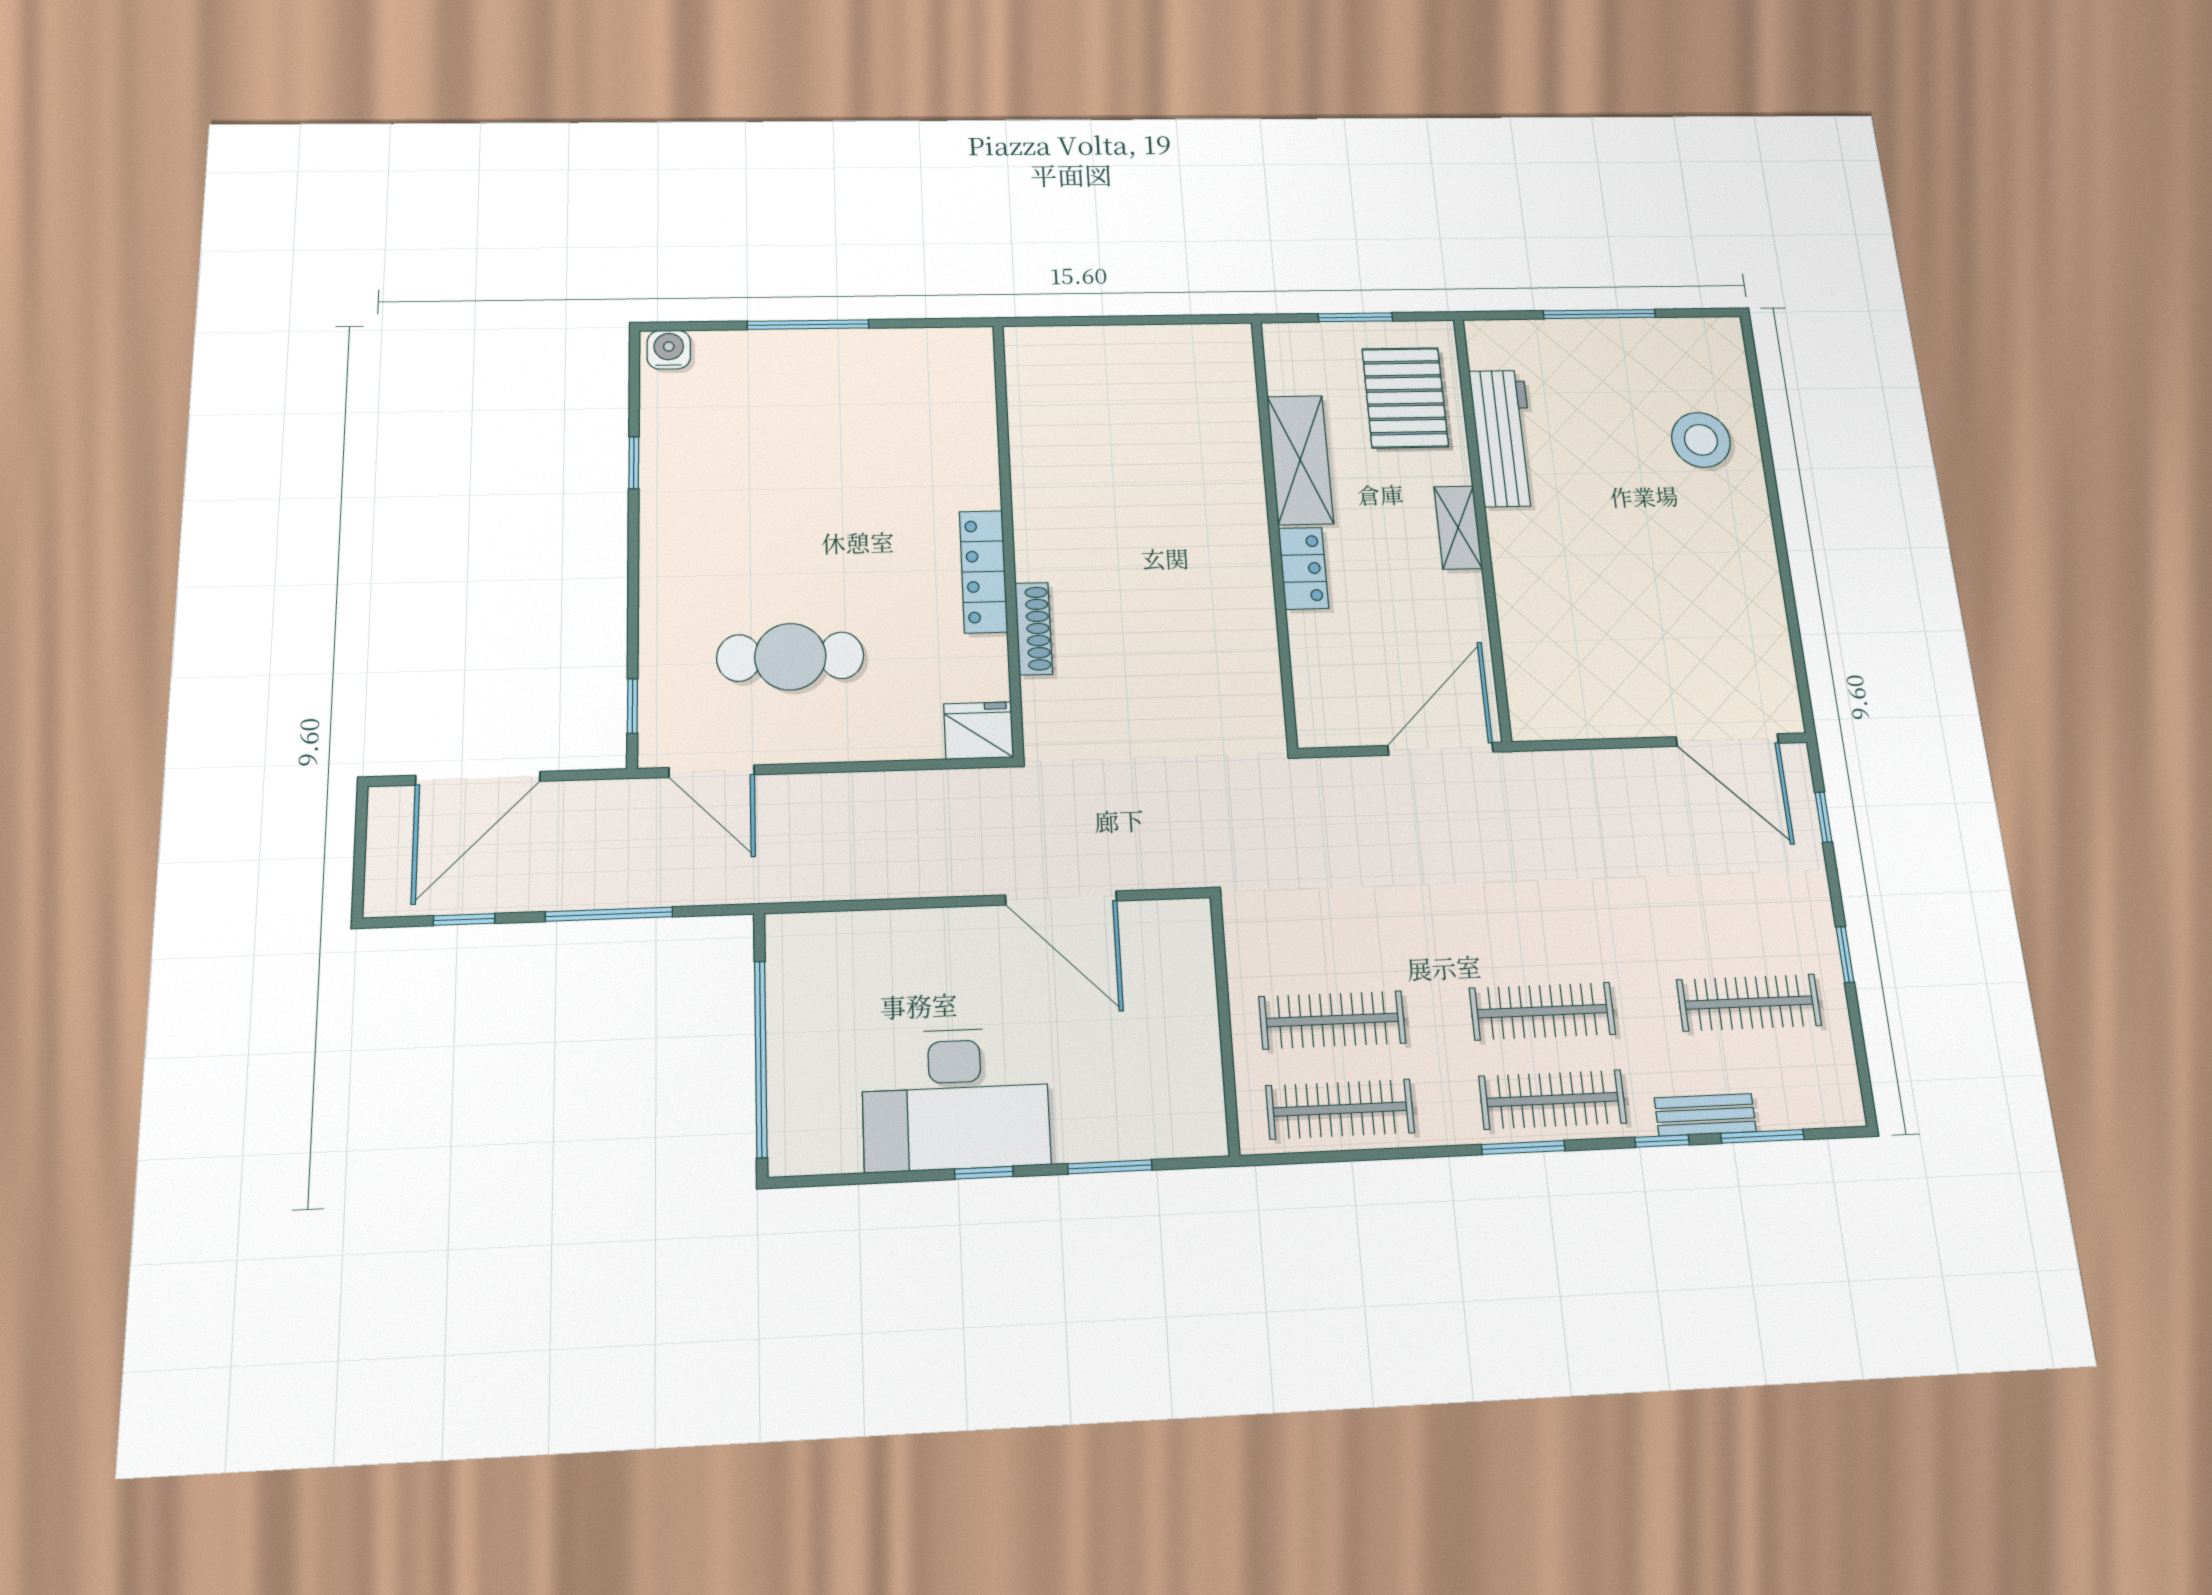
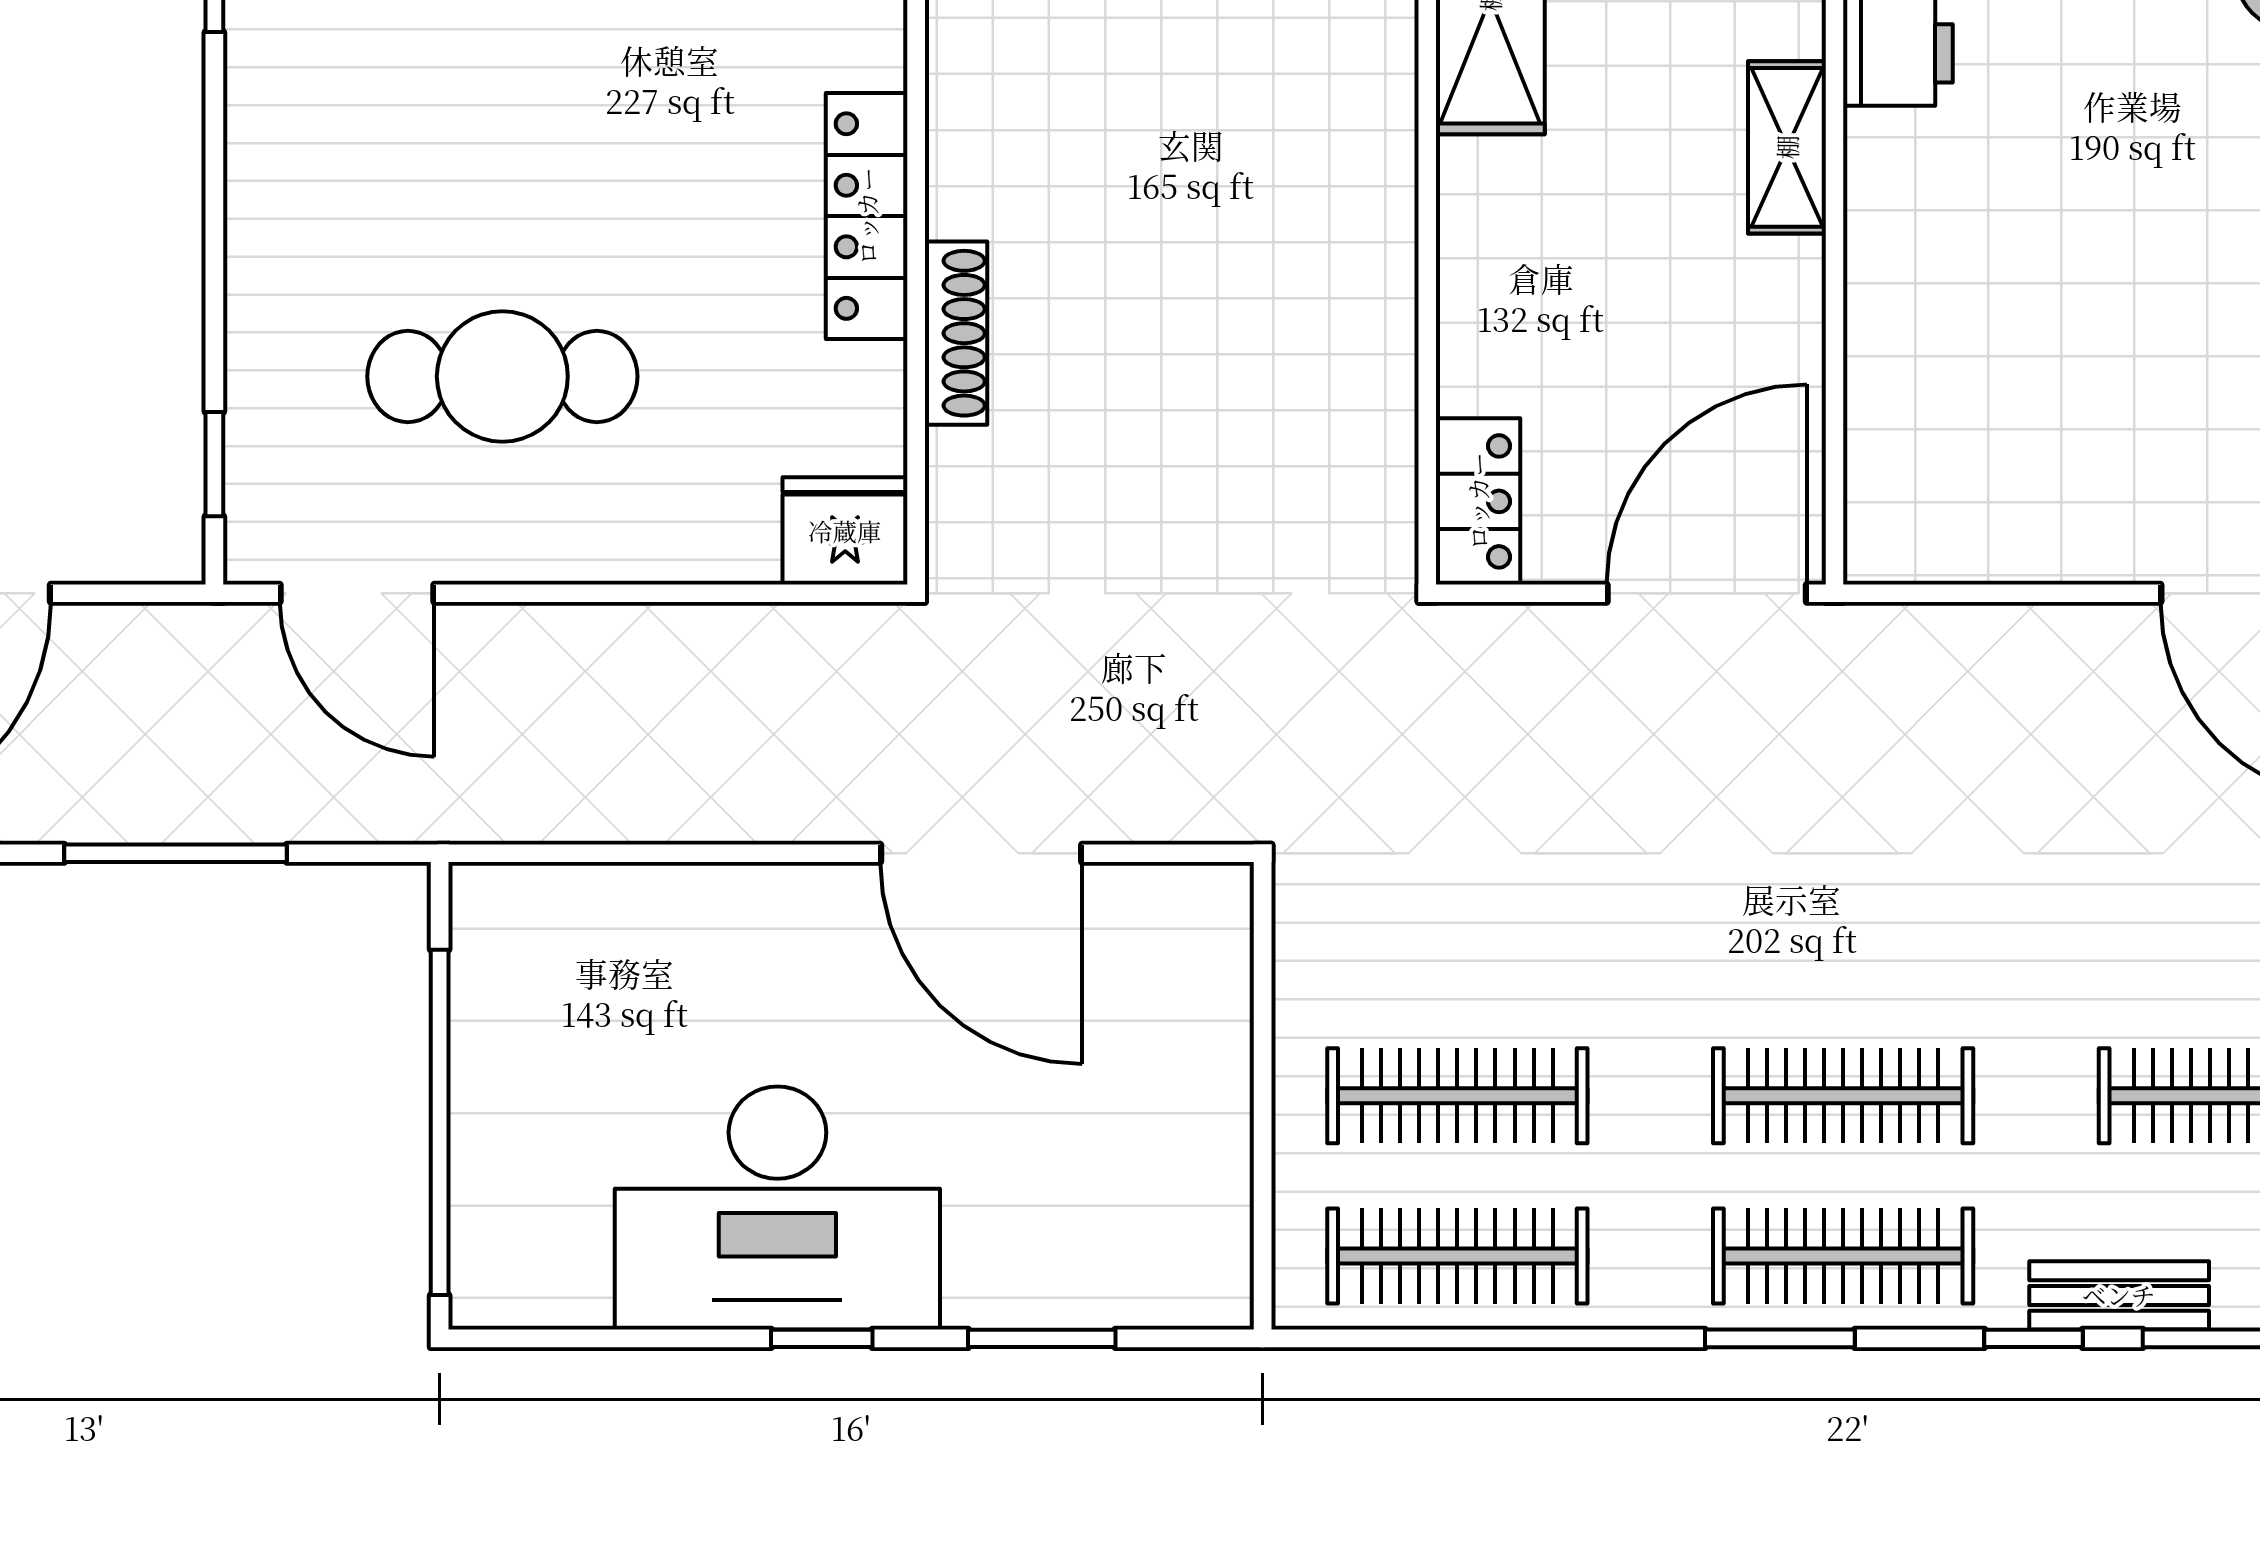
locker: (1304, 568) -> (1478, 501), moved

